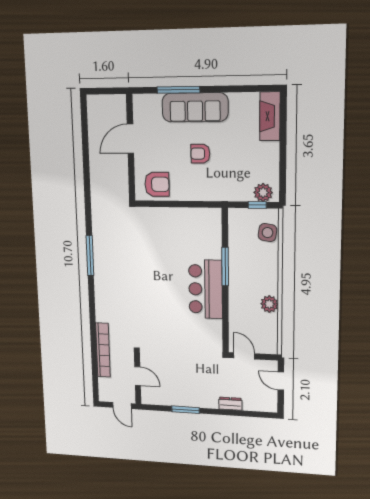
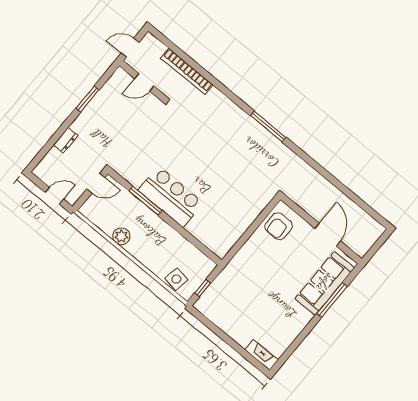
sofa: (195, 107) -> (325, 283), moved
fireplace: (270, 116) -> (262, 355), width x0.73, depth x0.76
armchair: (200, 154) -> (274, 278), removed
plant: (263, 192) -> (208, 300), removed
window: (225, 267) -> (145, 201), moved

